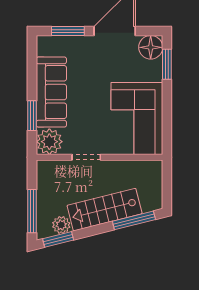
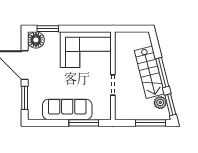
window: (32, 116) -> (84, 123), width x1.44
plant: (49, 142) -> (102, 111), removed
window: (134, 220) -> (162, 73), moved

